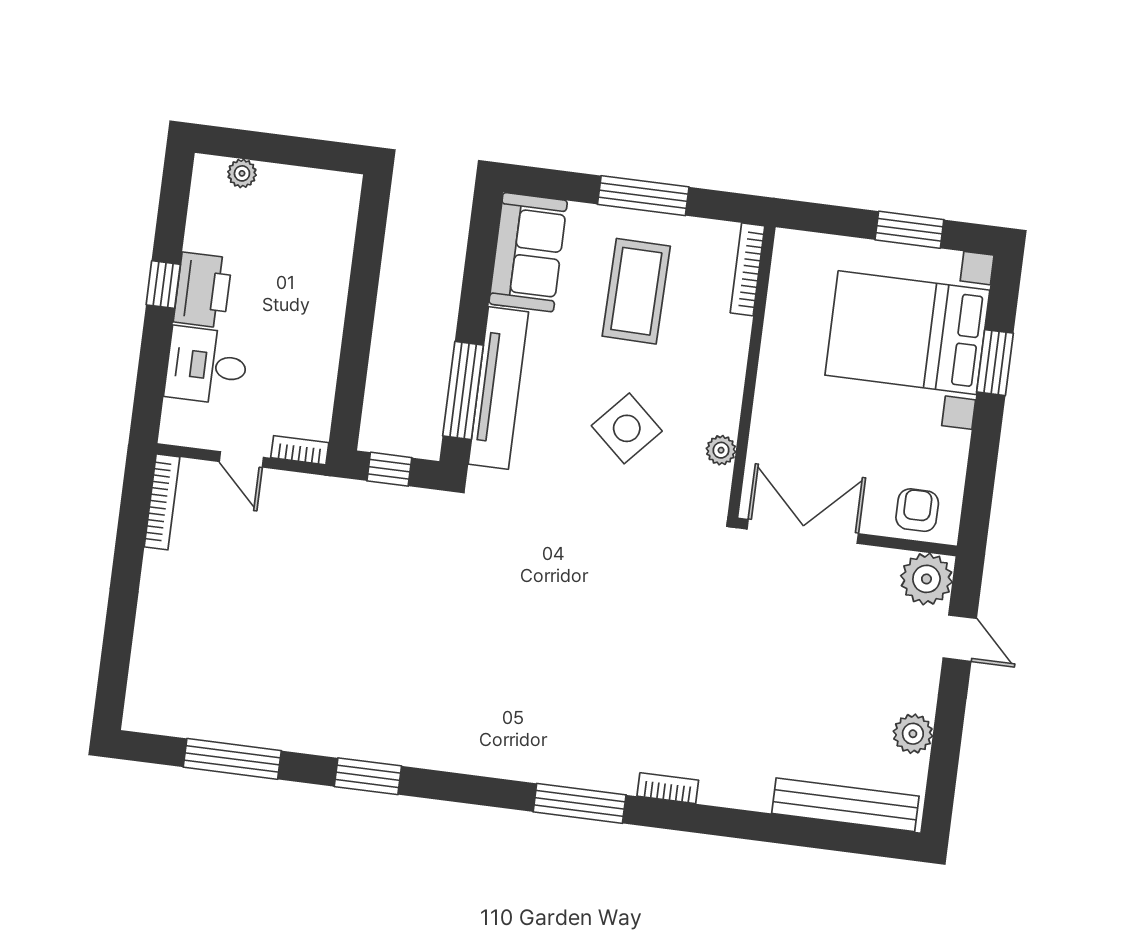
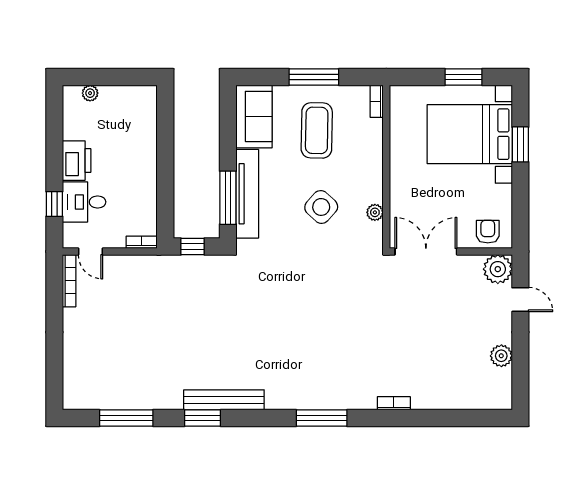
bookcase: (747, 269) -> (377, 101), width x0.64
window: (163, 285) -> (54, 204), moved
door: (241, 459) -> (91, 252), moved
bookcase: (668, 788) -> (394, 403), moved
bench: (845, 805) -> (224, 400), moved

